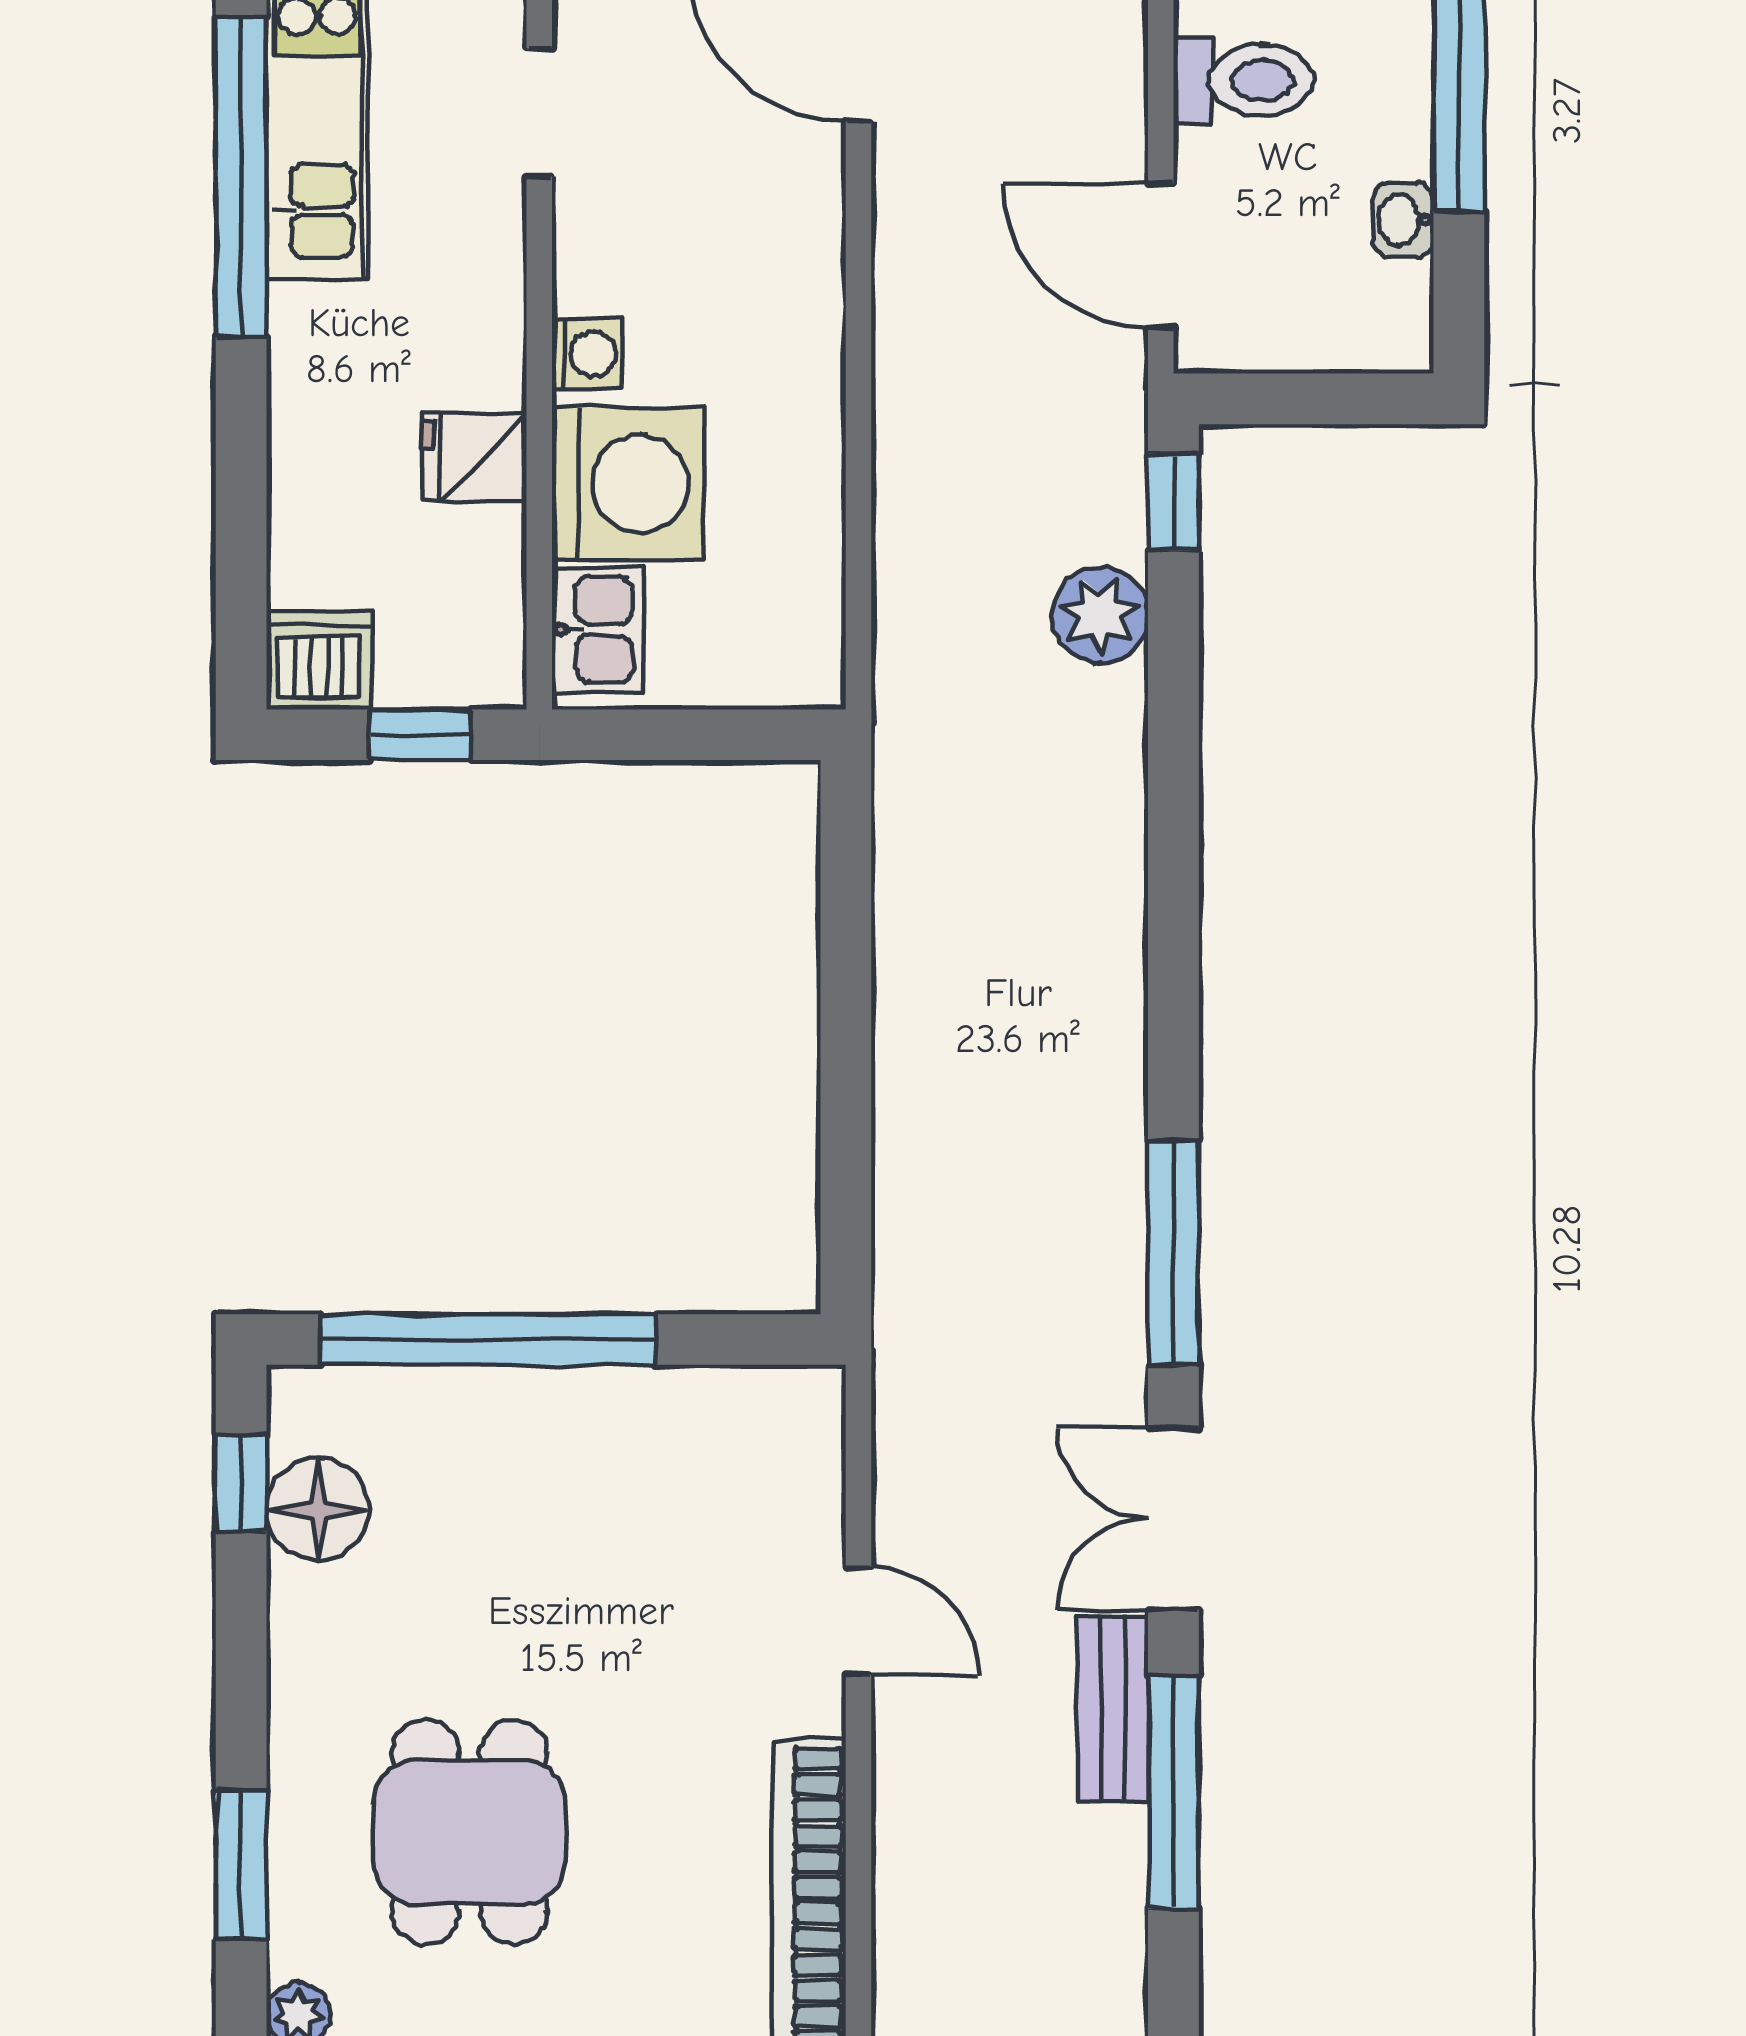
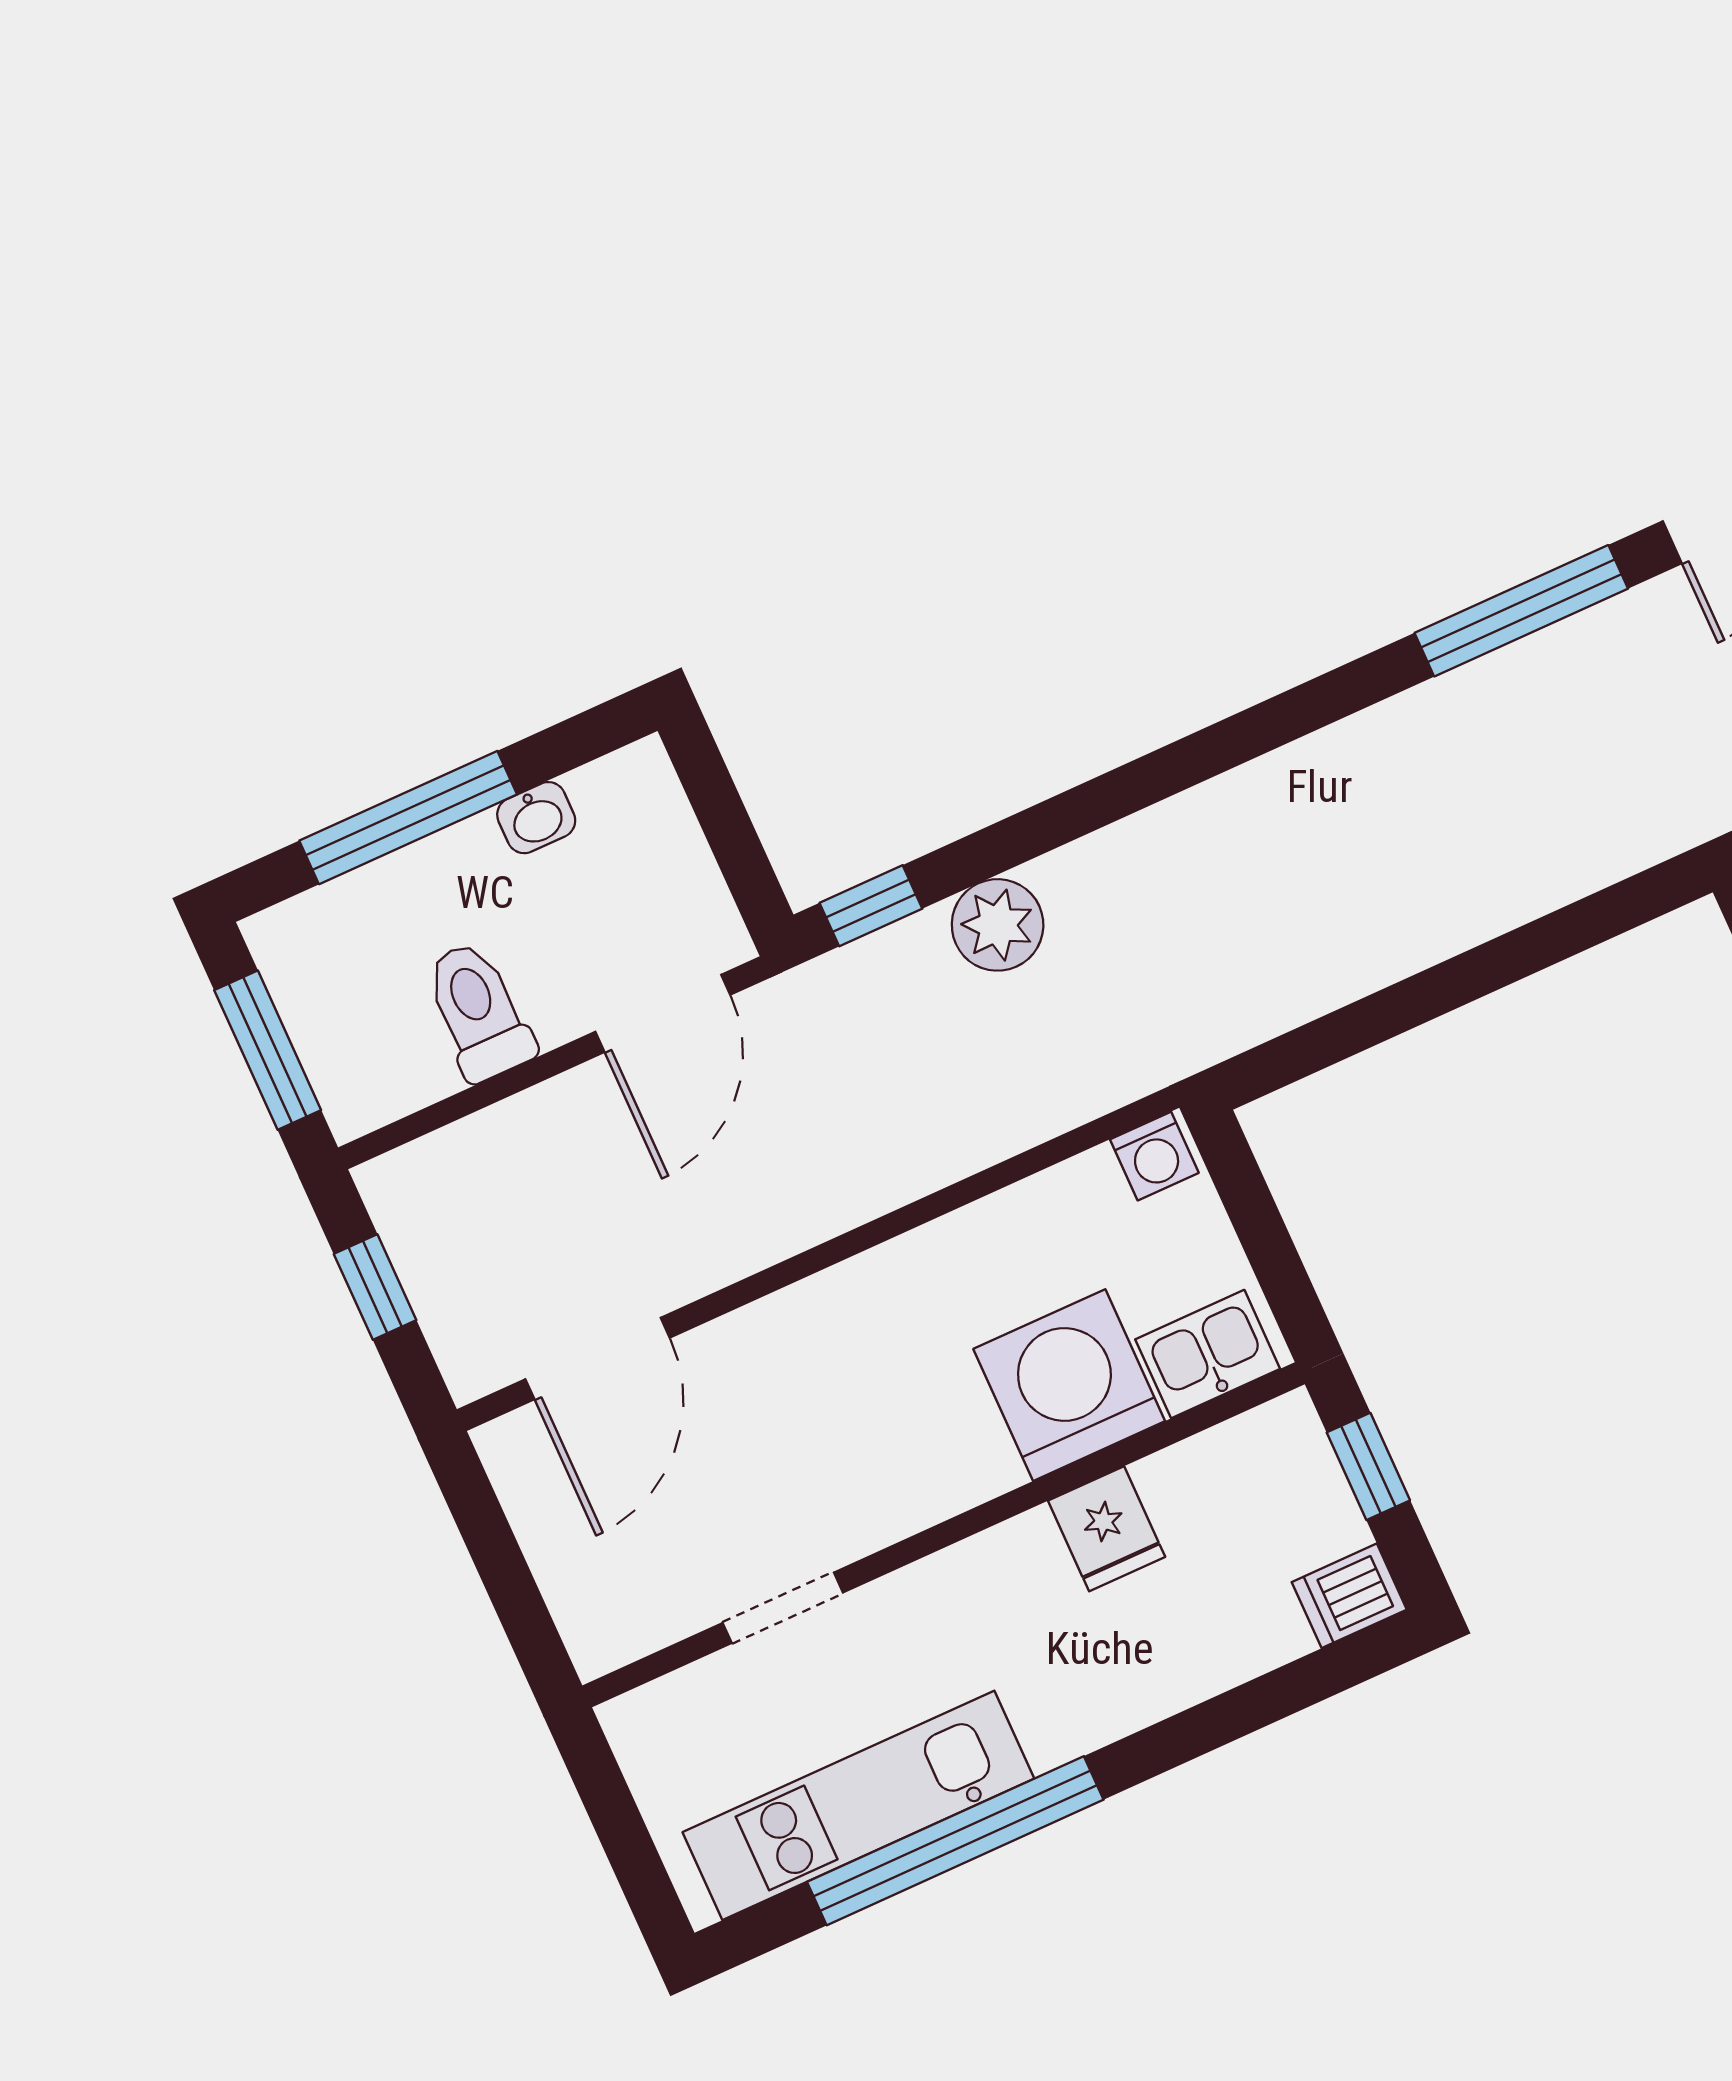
washing machine: (587, 354) -> (1154, 1156), moved, turned 180
dishwasher: (319, 660) -> (1349, 1596), width x0.73

